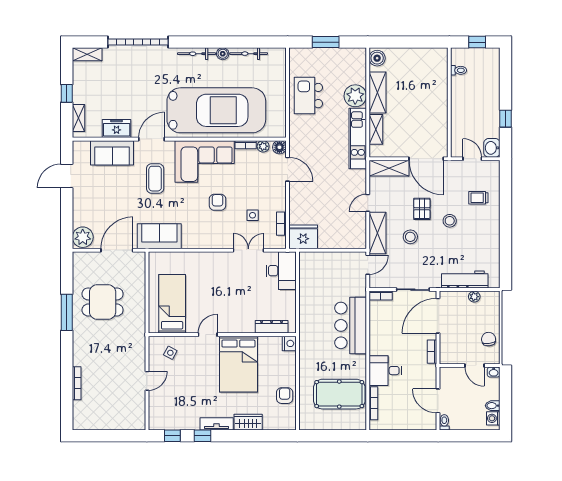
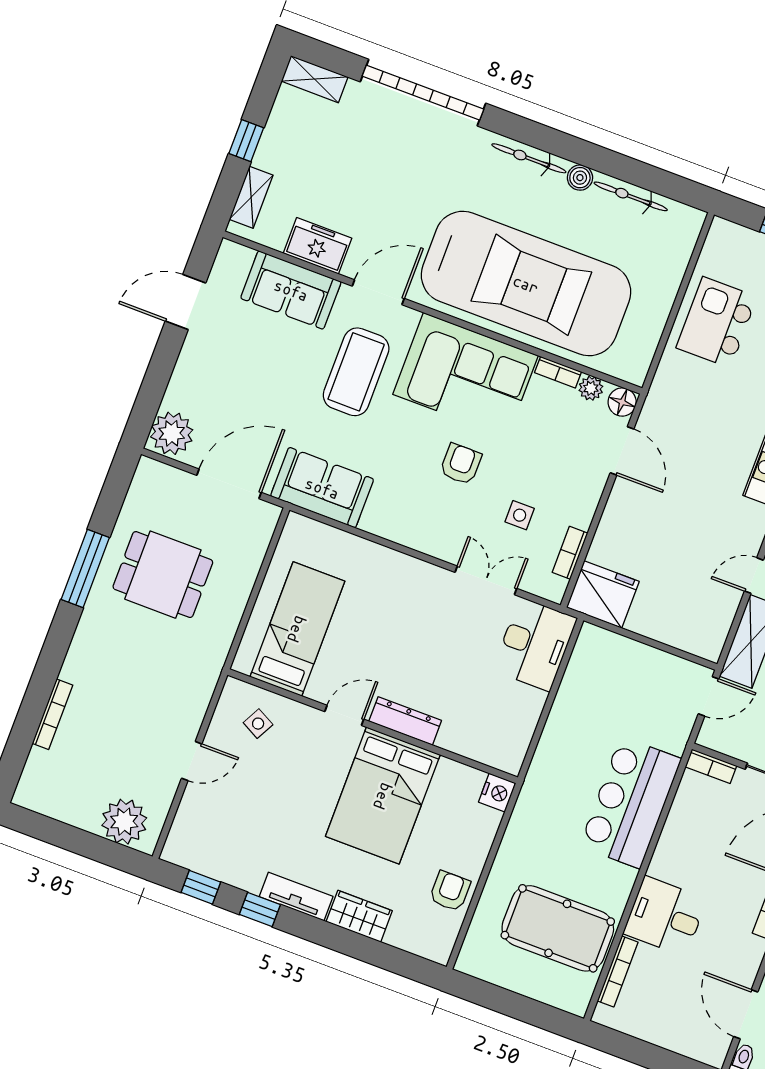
coffee table: (155, 179) -> (356, 372), width x1.36, depth x1.32
dresser: (272, 327) -> (405, 721), moved
plant: (127, 419) -> (124, 822), added

